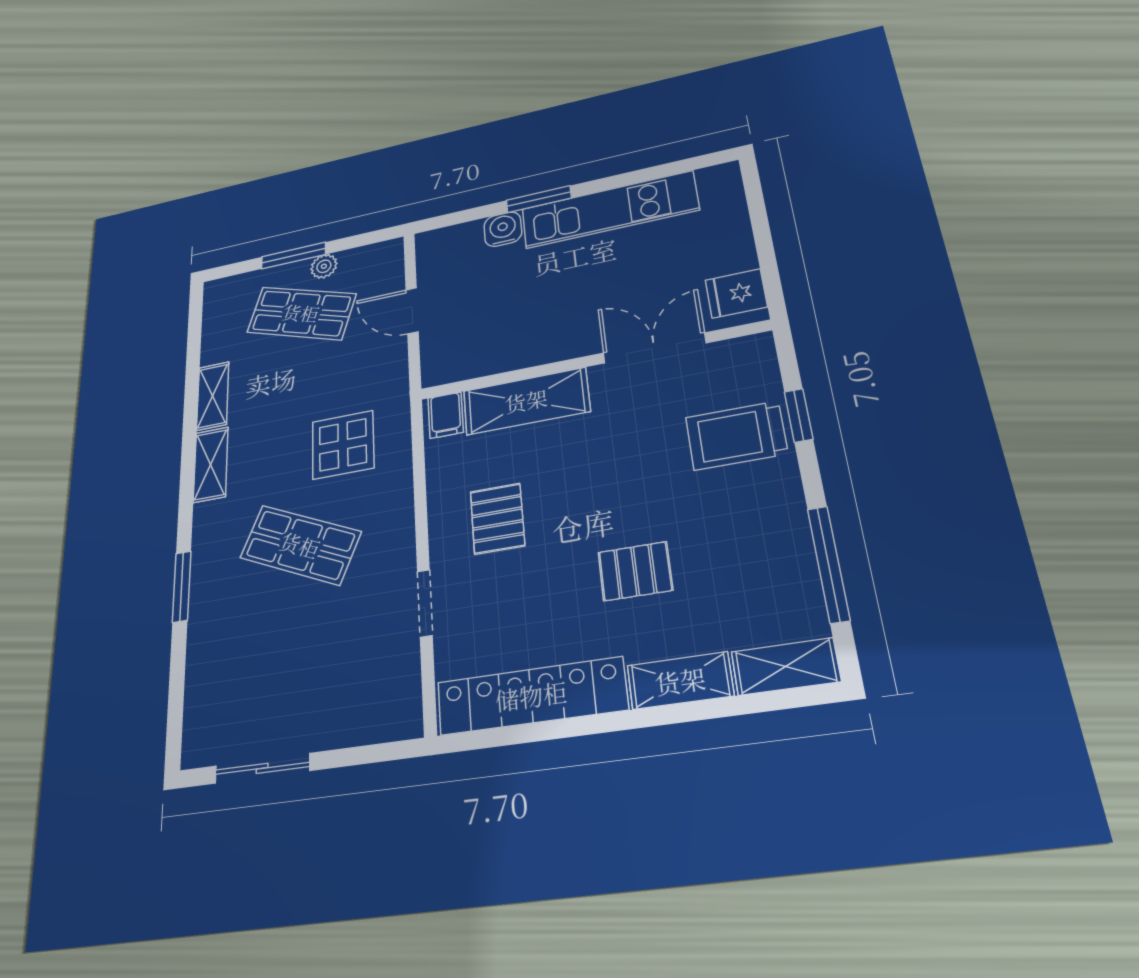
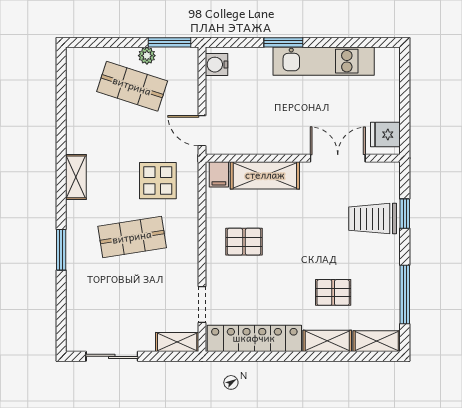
water cooler: (503, 229) -> (217, 65), moved, turned -90
window: (293, 256) -> (169, 42), moved
door: (412, 311) -> (202, 131), moved
shelving: (213, 396) -> (177, 342), moved, turned 90
pallet: (497, 519) -> (244, 242), turned 90
shop shelf: (300, 545) -> (132, 237), turned -33
pallet: (635, 571) -> (333, 292), moved
doorway: (425, 603) -> (202, 305), moved

